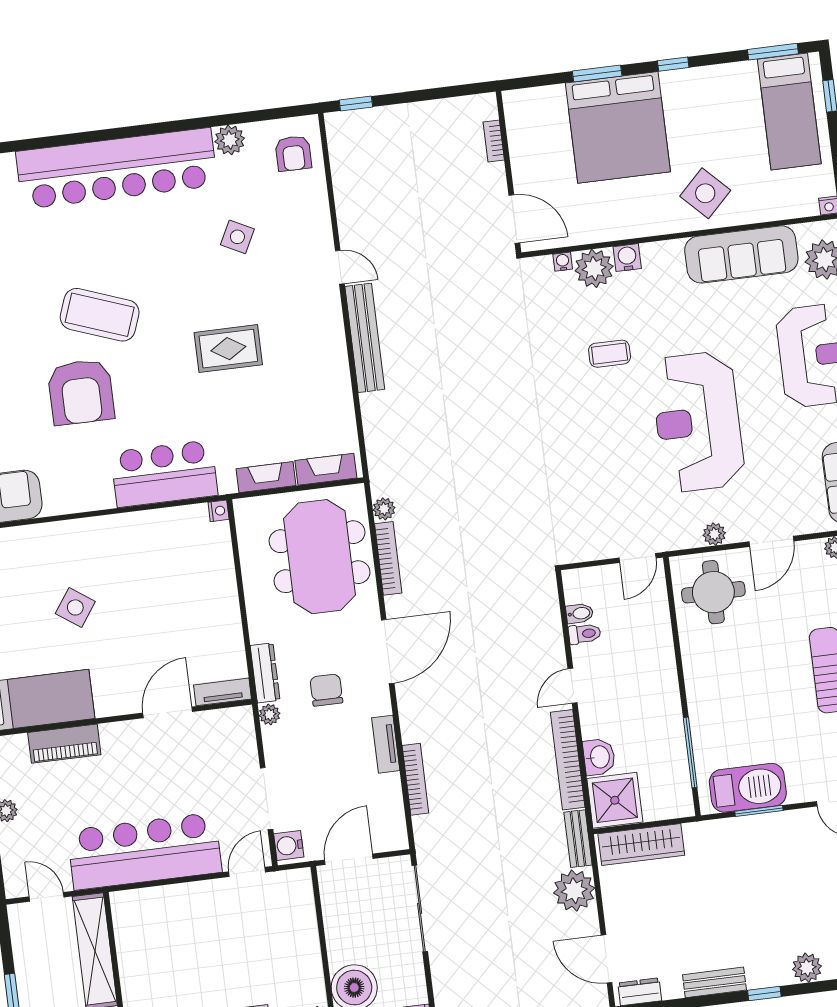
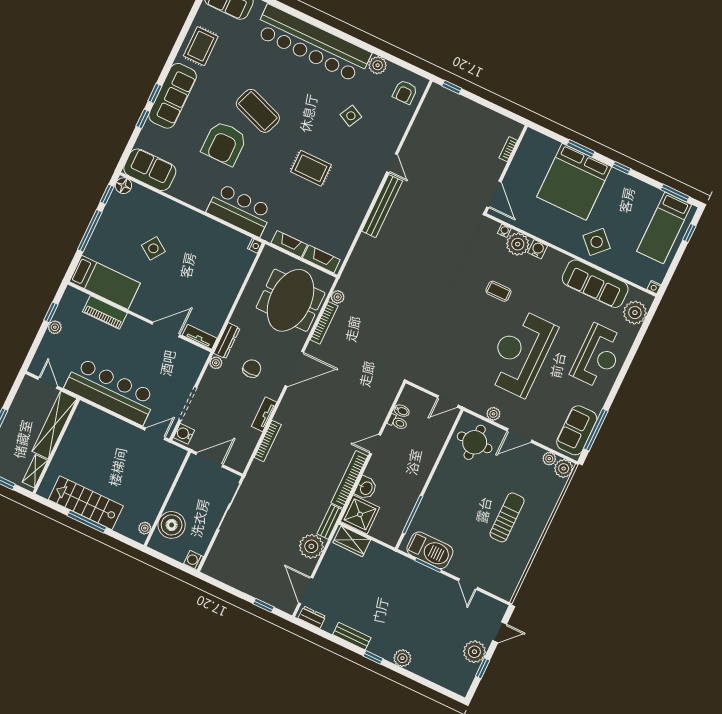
wardrobe: (641, 845) -> (352, 541), width x0.67

